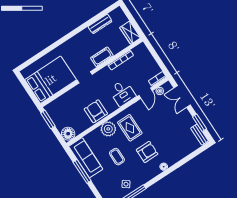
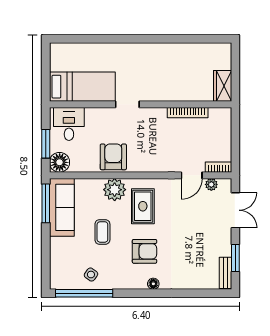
dresser: (100, 24) -> (192, 50), removed
cot: (102, 57) -> (166, 93), removed
bed: (51, 80) -> (82, 87), width x0.67
desk: (122, 93) -> (69, 124), moved, turned 180
double door: (182, 96) -> (235, 210), swing flipped
window: (48, 120) -> (46, 144), moved
window: (82, 171) -> (46, 203), moved

